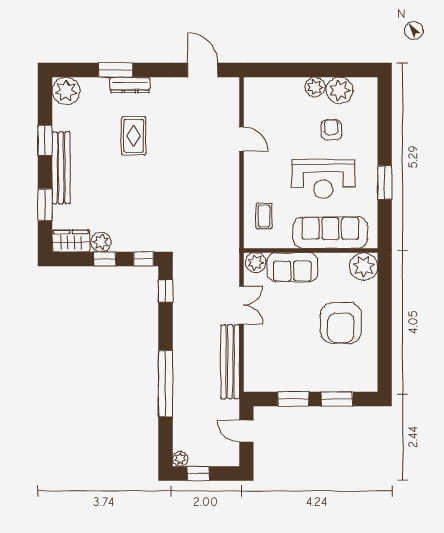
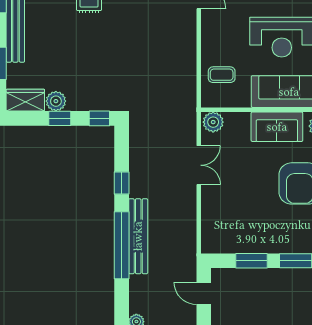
coffee table: (264, 216) -> (222, 75), turned 90
sofa: (292, 267) -> (277, 127), moved
window: (166, 291) -> (122, 183), moved
bench: (230, 362) -> (138, 236), moved

